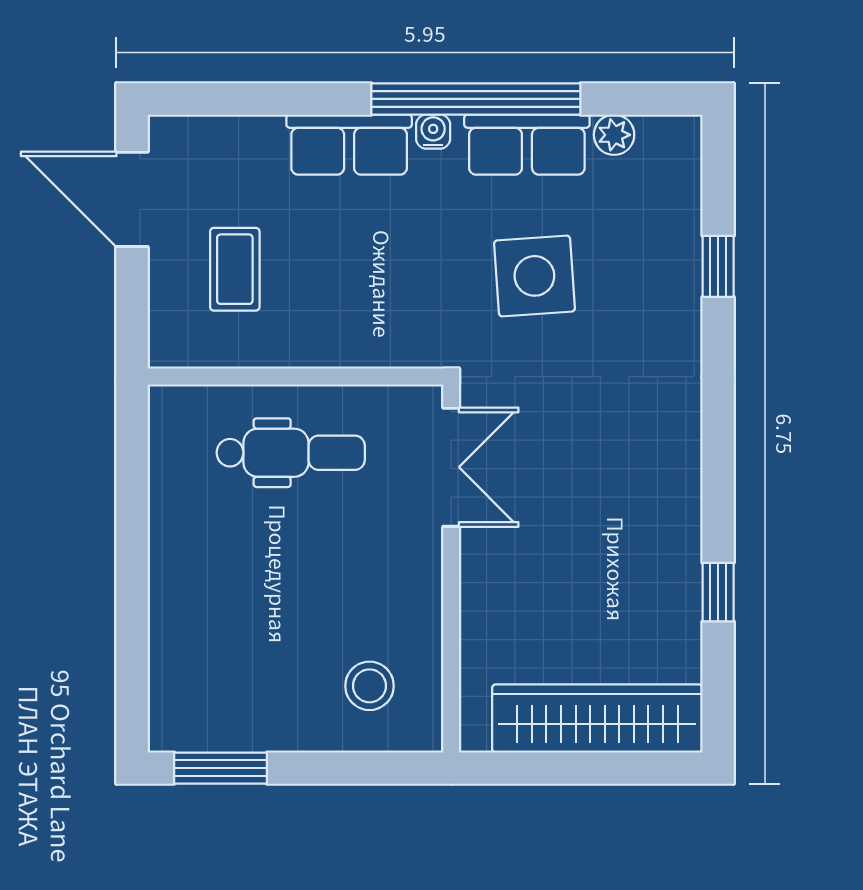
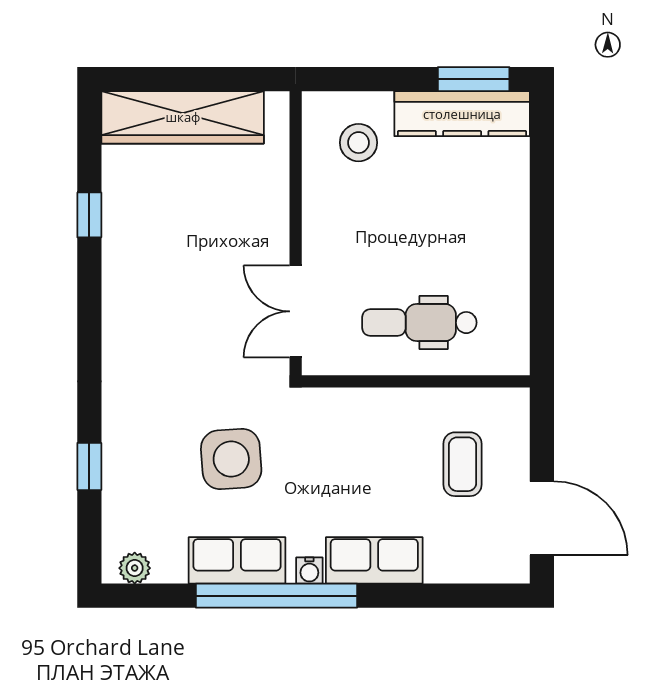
plant: (614, 135) -> (135, 568), moved
kitchen counter: (235, 723) -> (462, 114), added

